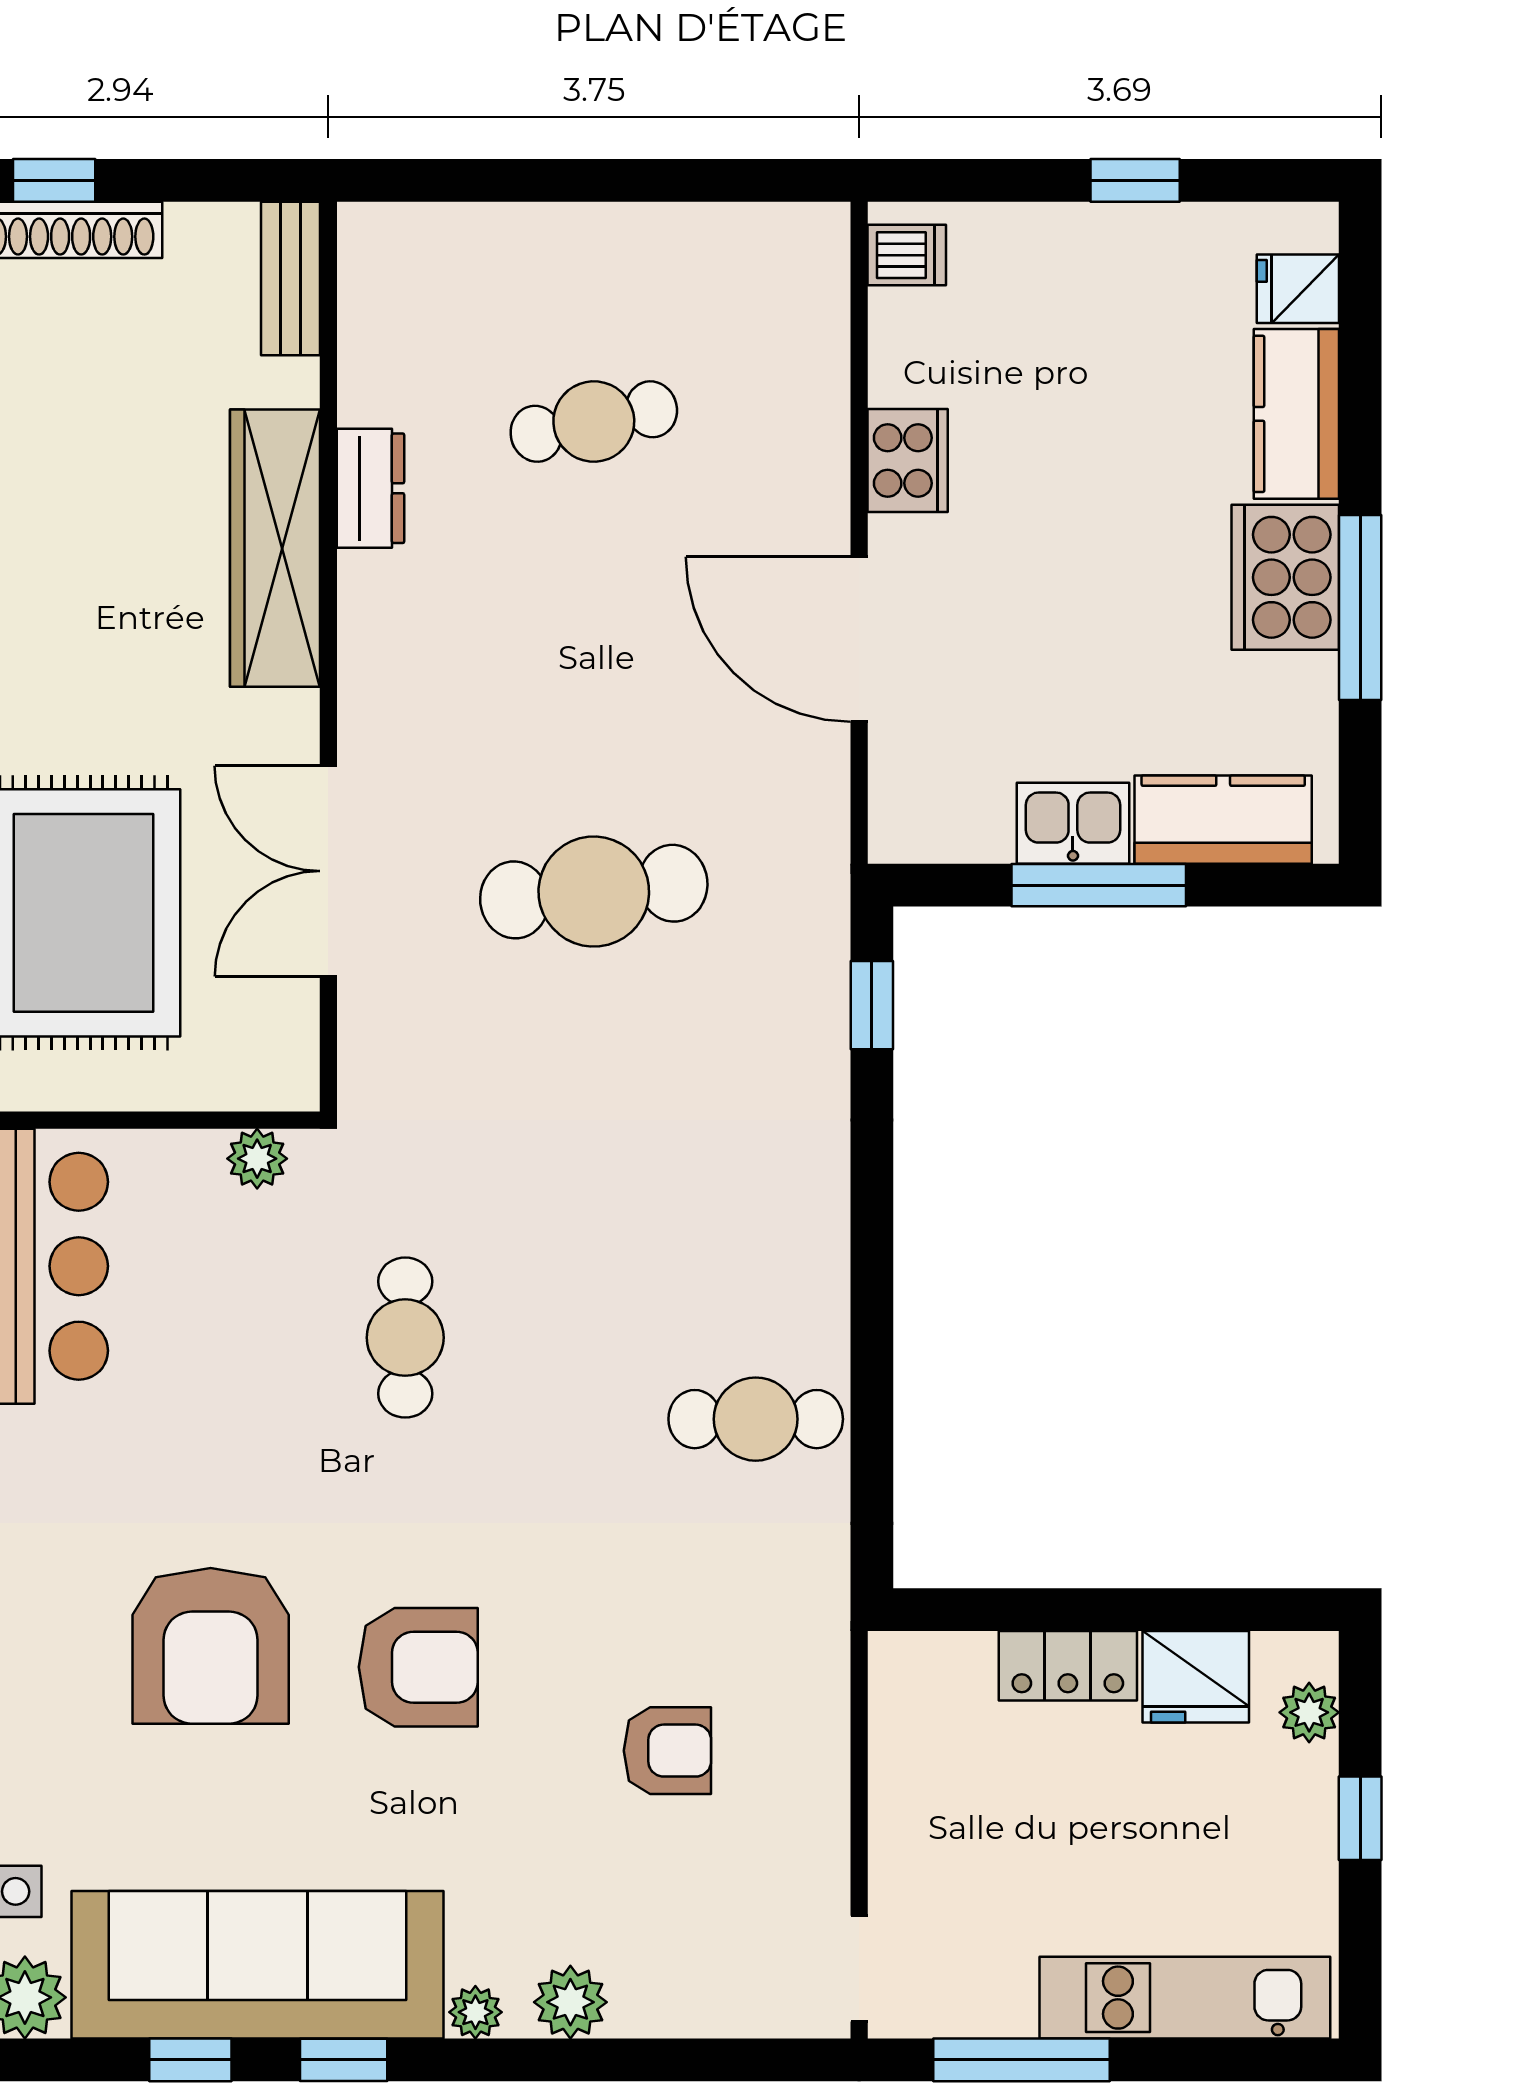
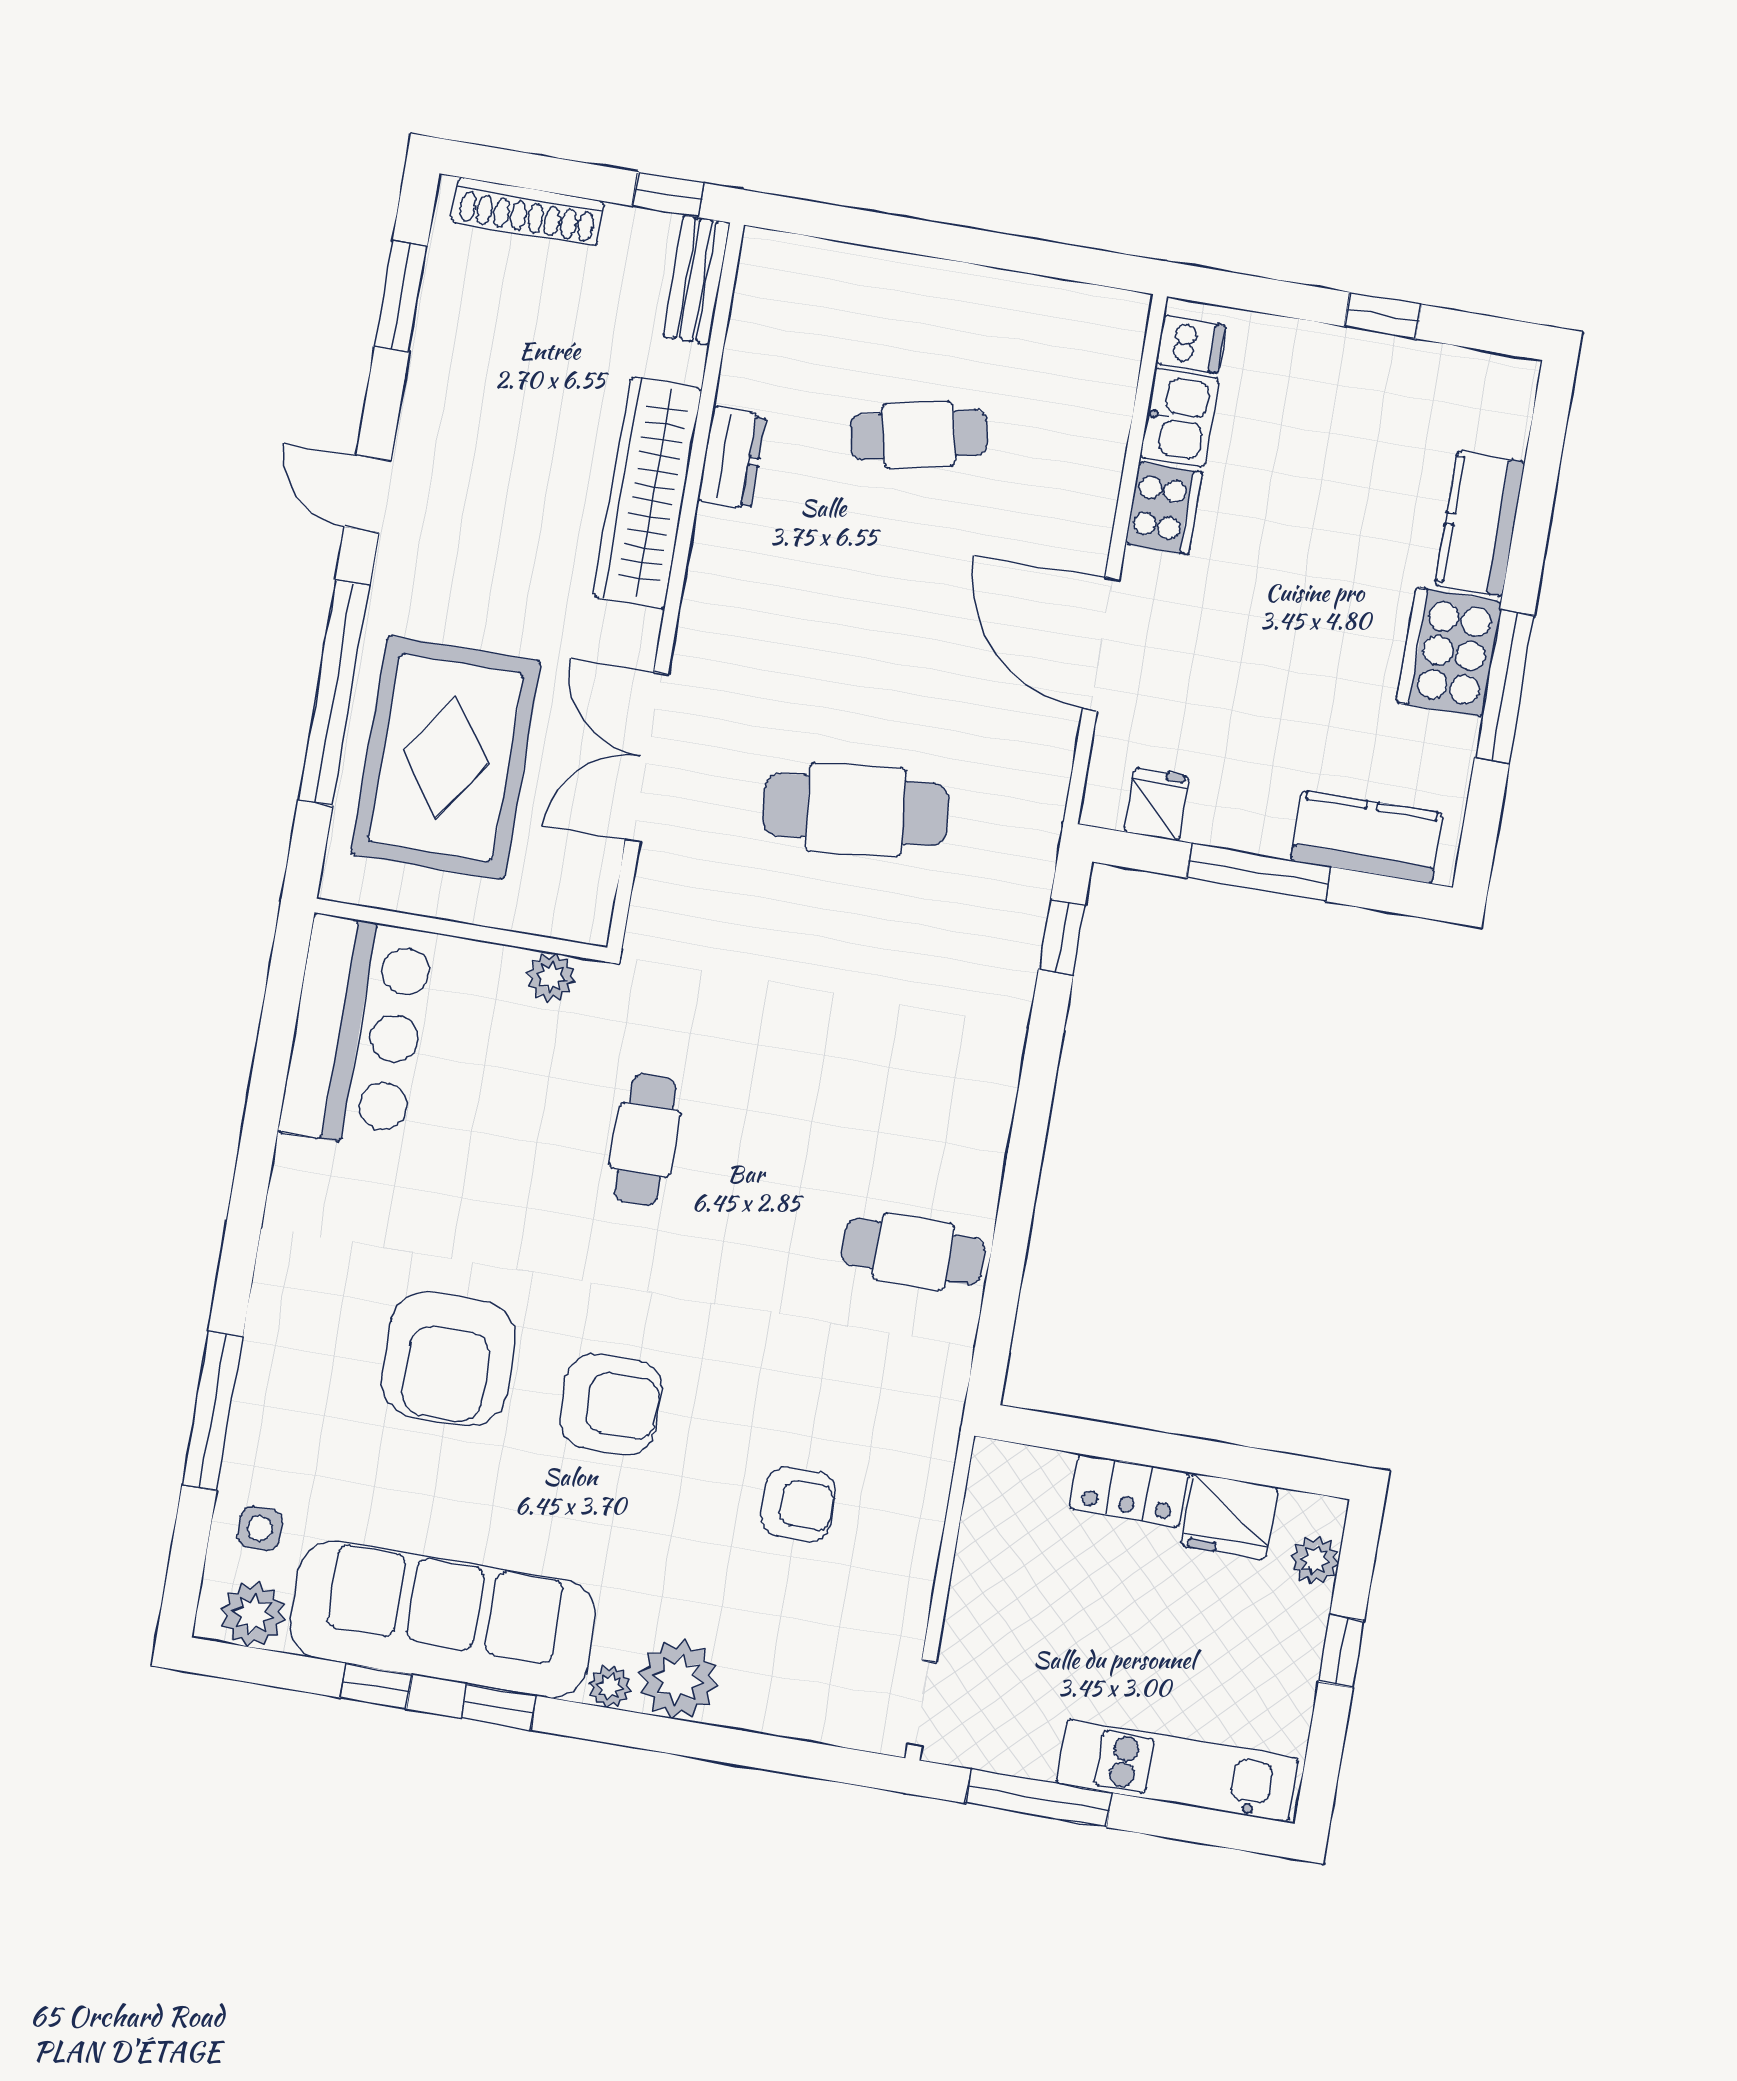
window: (54, 180) -> (668, 195), moved
fridge: (1298, 289) -> (1157, 804), moved, turned 90
kitchen sink: (1073, 823) -> (1180, 418), moved, turned 90
plant: (570, 2002) -> (678, 1679), width x1.36, depth x1.36

